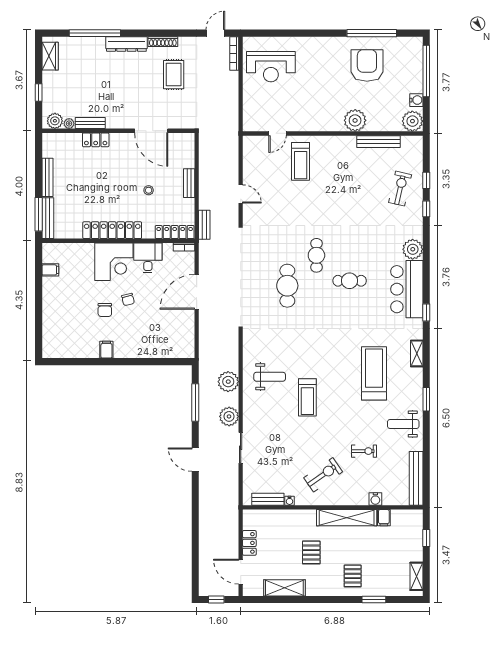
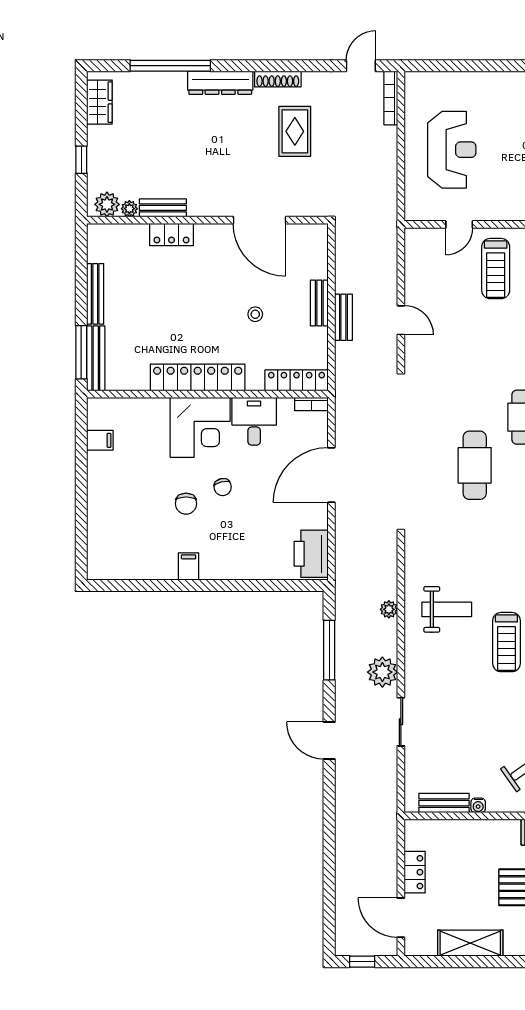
reception desk: (271, 67) -> (452, 150), moved, turned -90
bench: (204, 225) -> (343, 317), moved
printer: (184, 342) -> (311, 554), added
plant: (228, 382) -> (389, 609), width x0.53, depth x0.53

